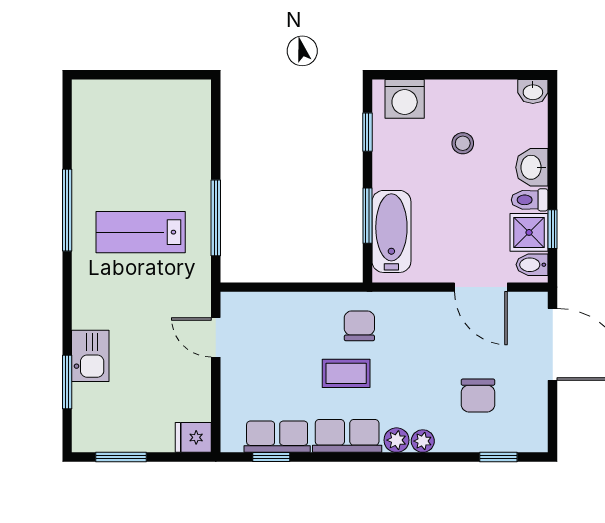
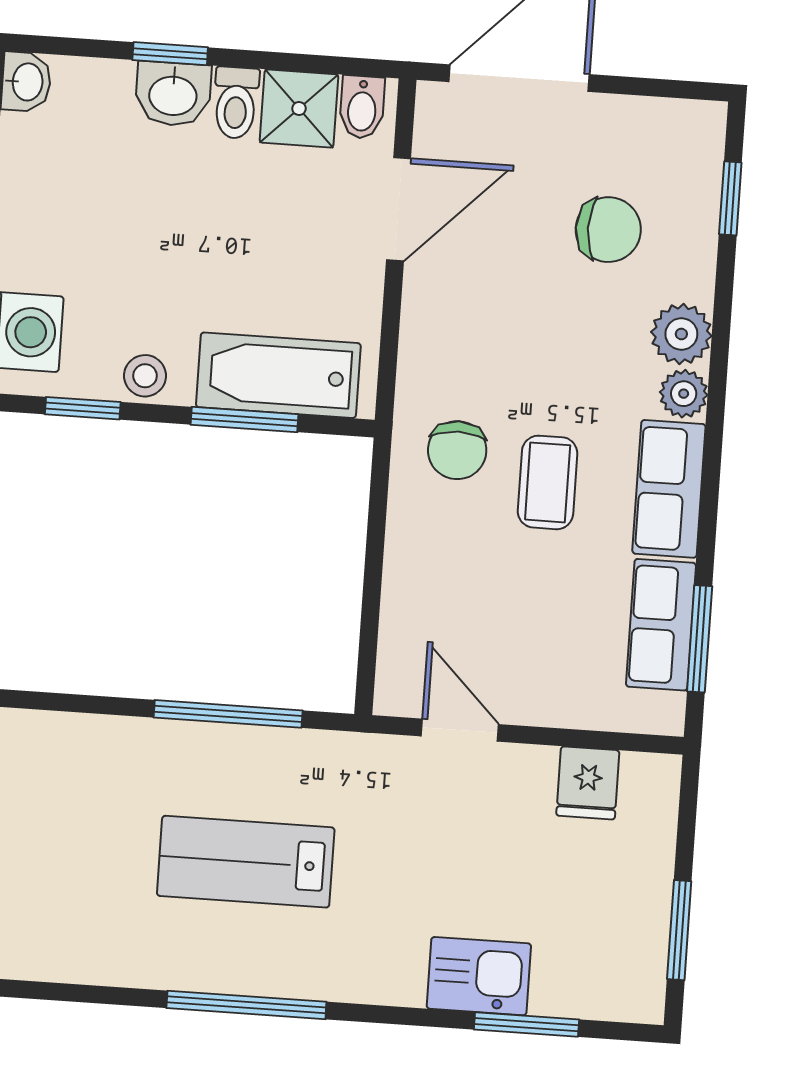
stool: (463, 143) -> (145, 376), moved
window: (67, 210) -> (246, 1005), moved
window: (553, 229) -> (170, 54), moved
lab bench: (141, 232) -> (246, 862), turned 90
chair: (359, 326) -> (457, 450), turned -90
door: (216, 337) -> (460, 730), swing flipped
fridge: (193, 437) -> (588, 783), moved
plant: (423, 441) -> (681, 334), width x1.38, depth x1.38
window: (271, 457) -> (700, 639), width x1.50

